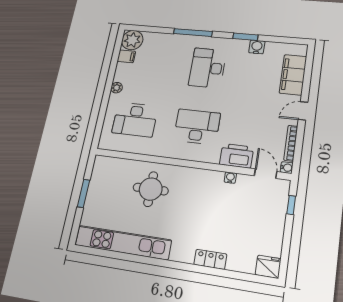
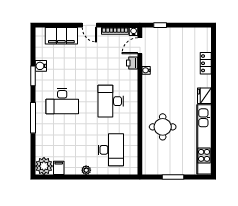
printer: (237, 156) -> (132, 63), width x0.53, depth x0.68
locker: (210, 259) -> (206, 63), moved
fridge: (268, 267) -> (204, 96), moved

